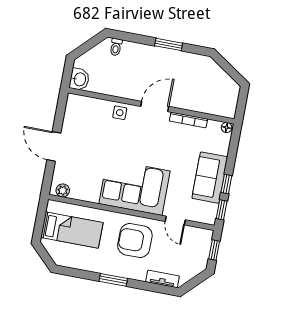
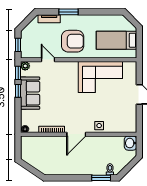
window: (169, 44) -> (101, 178), moved
corner sofa: (135, 187) -> (100, 77), moved
plant: (63, 190) -> (25, 66), moved
window: (113, 280) -> (69, 12), moved

